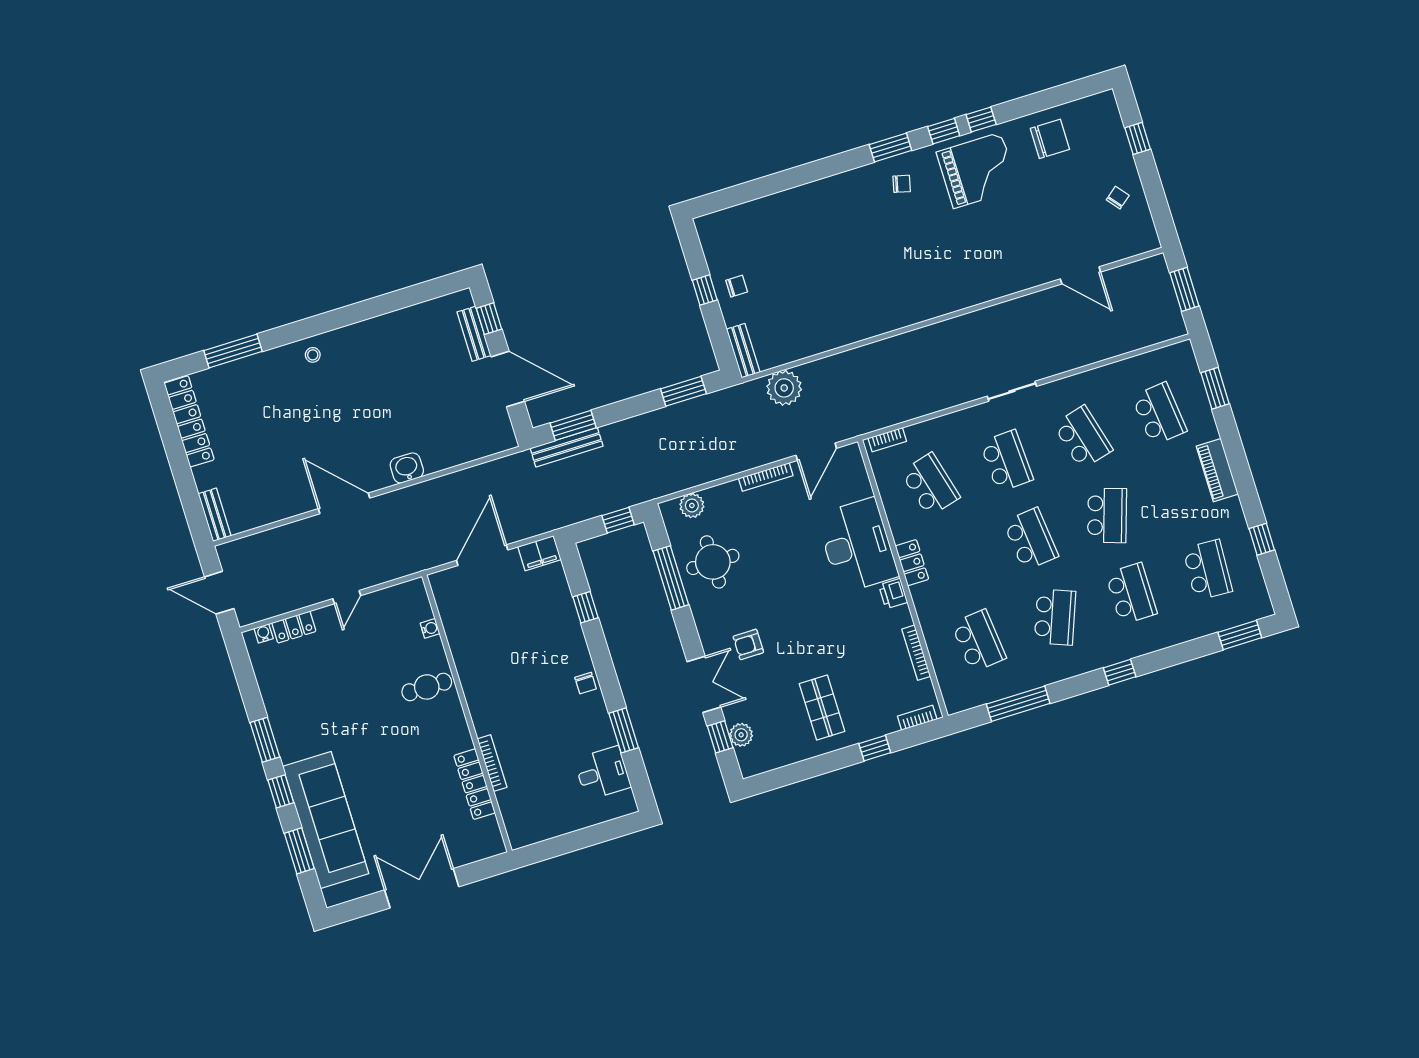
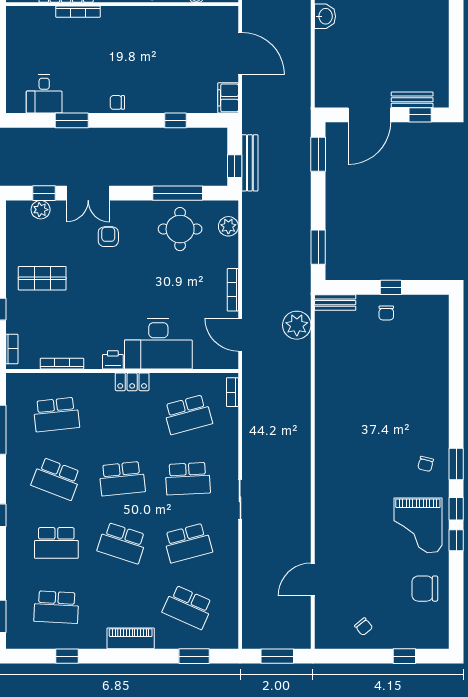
chair: (1050, 139) -> (425, 589), turned 90
school desk: (1159, 414) -> (188, 607), turned 30
bench: (567, 447) -> (250, 163), moved

